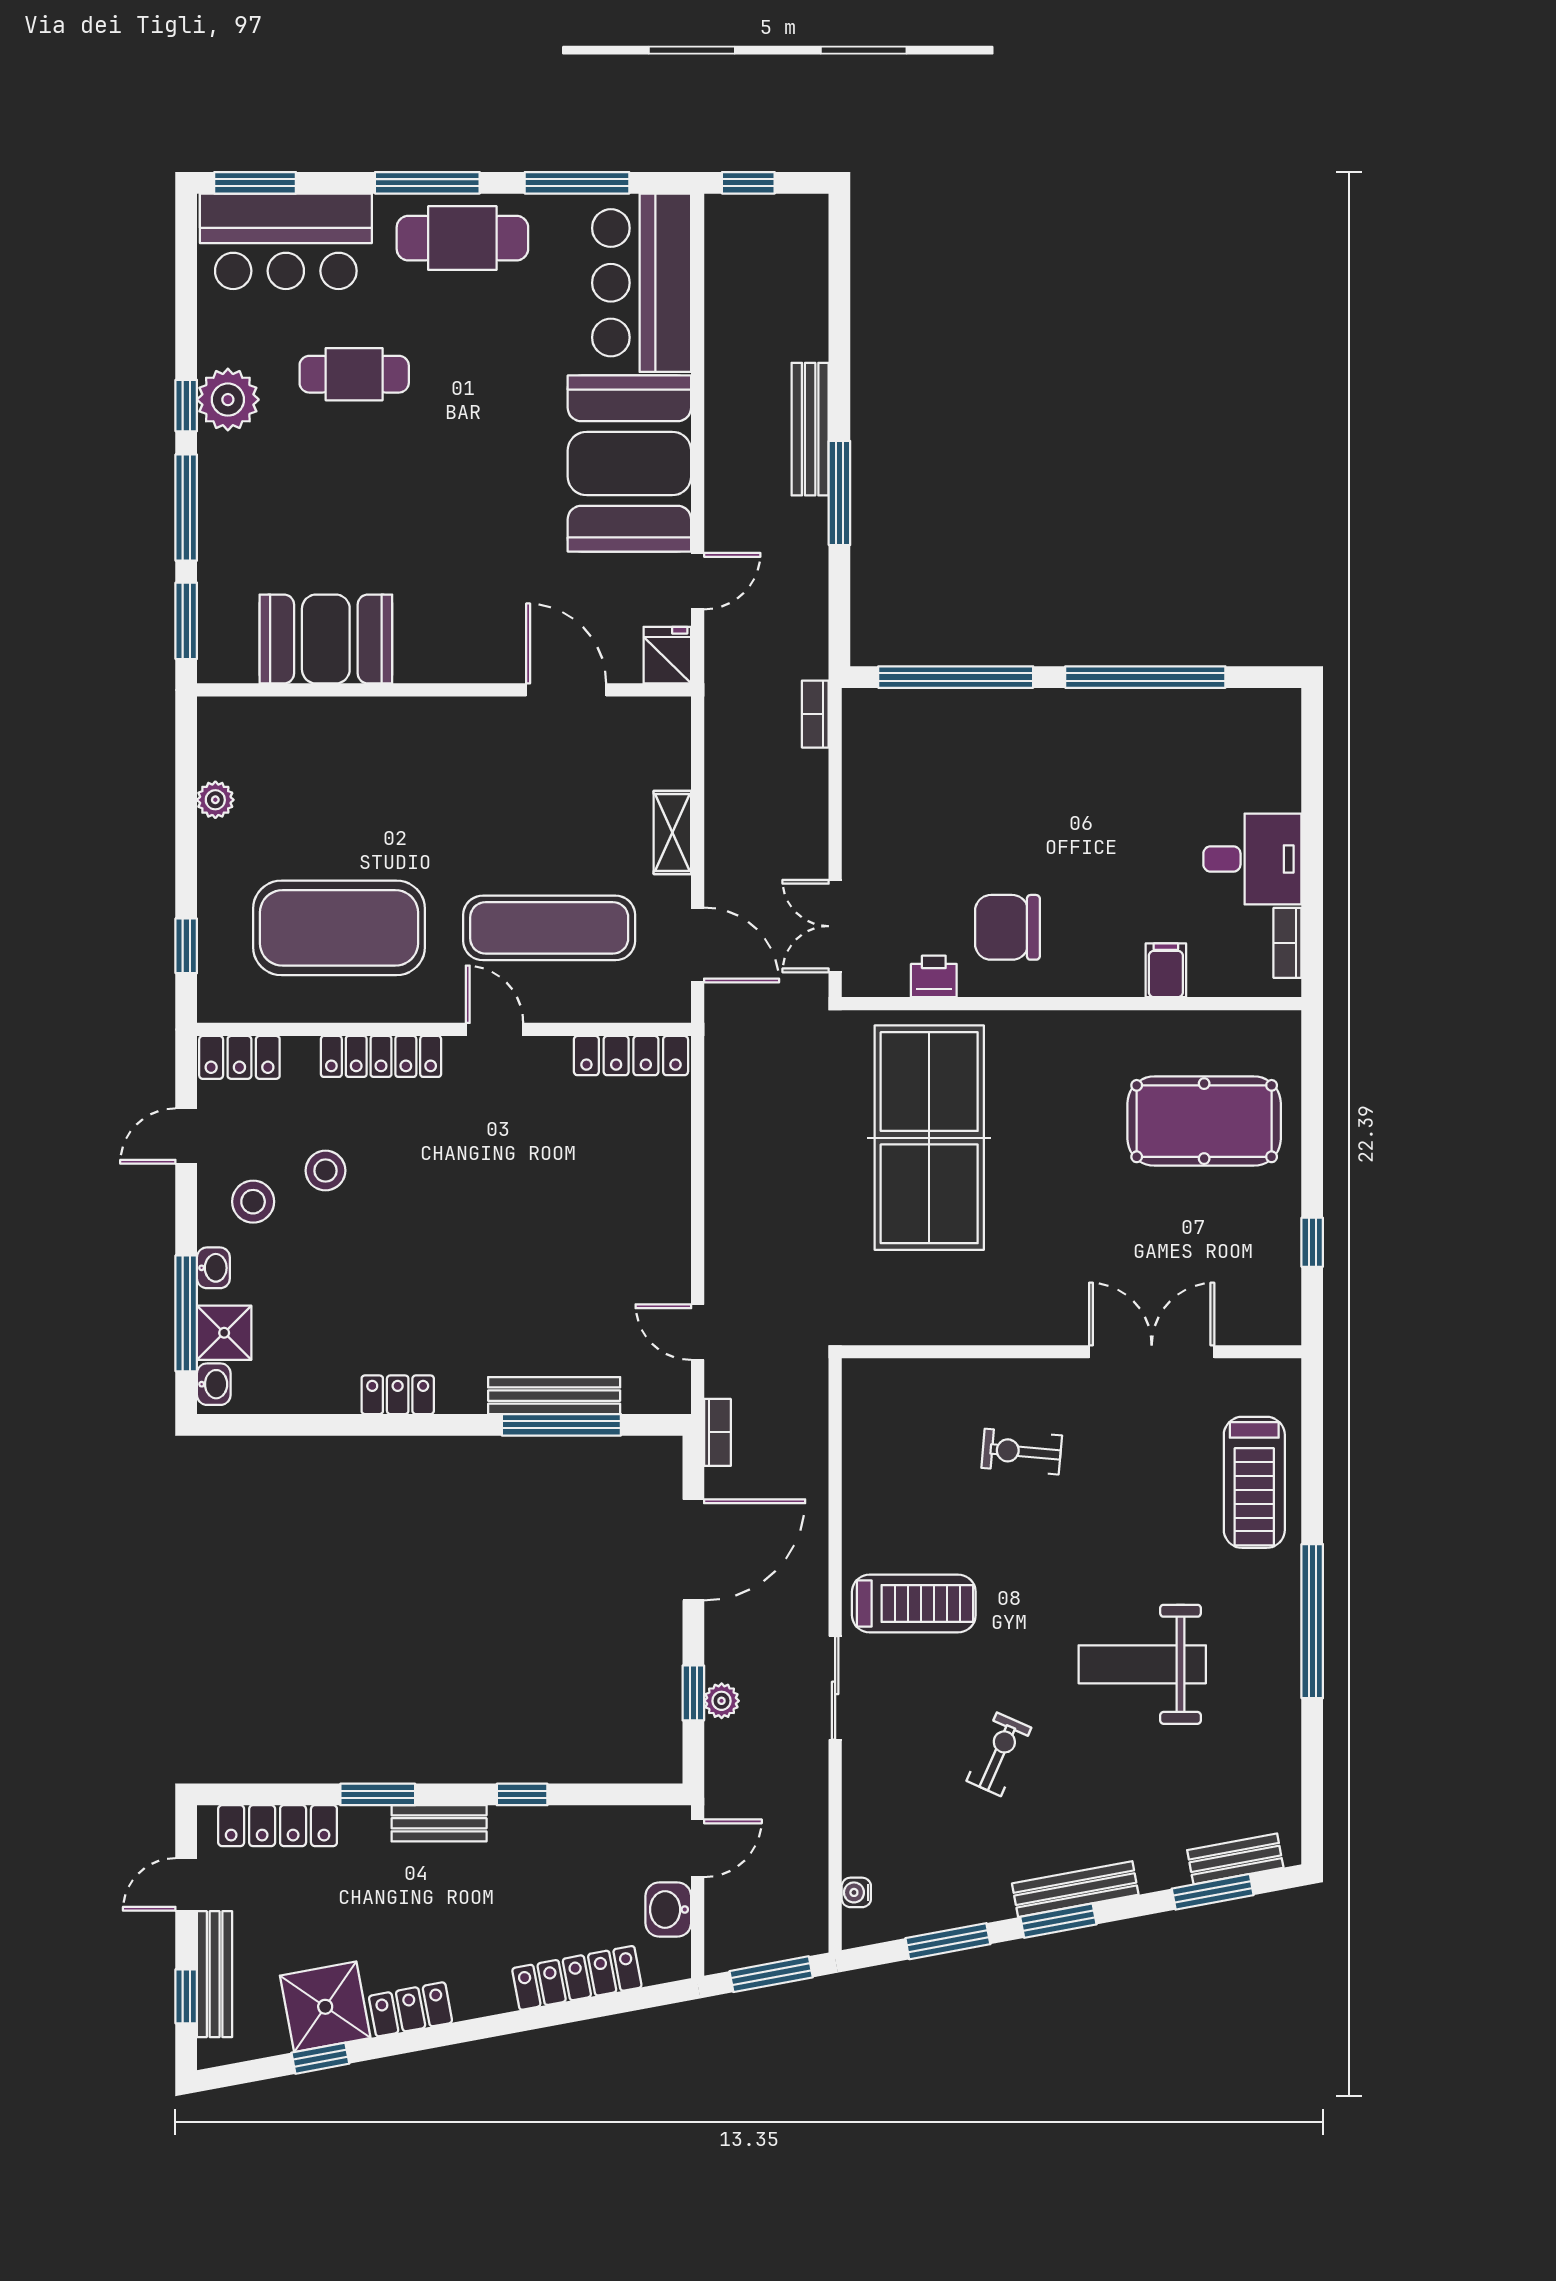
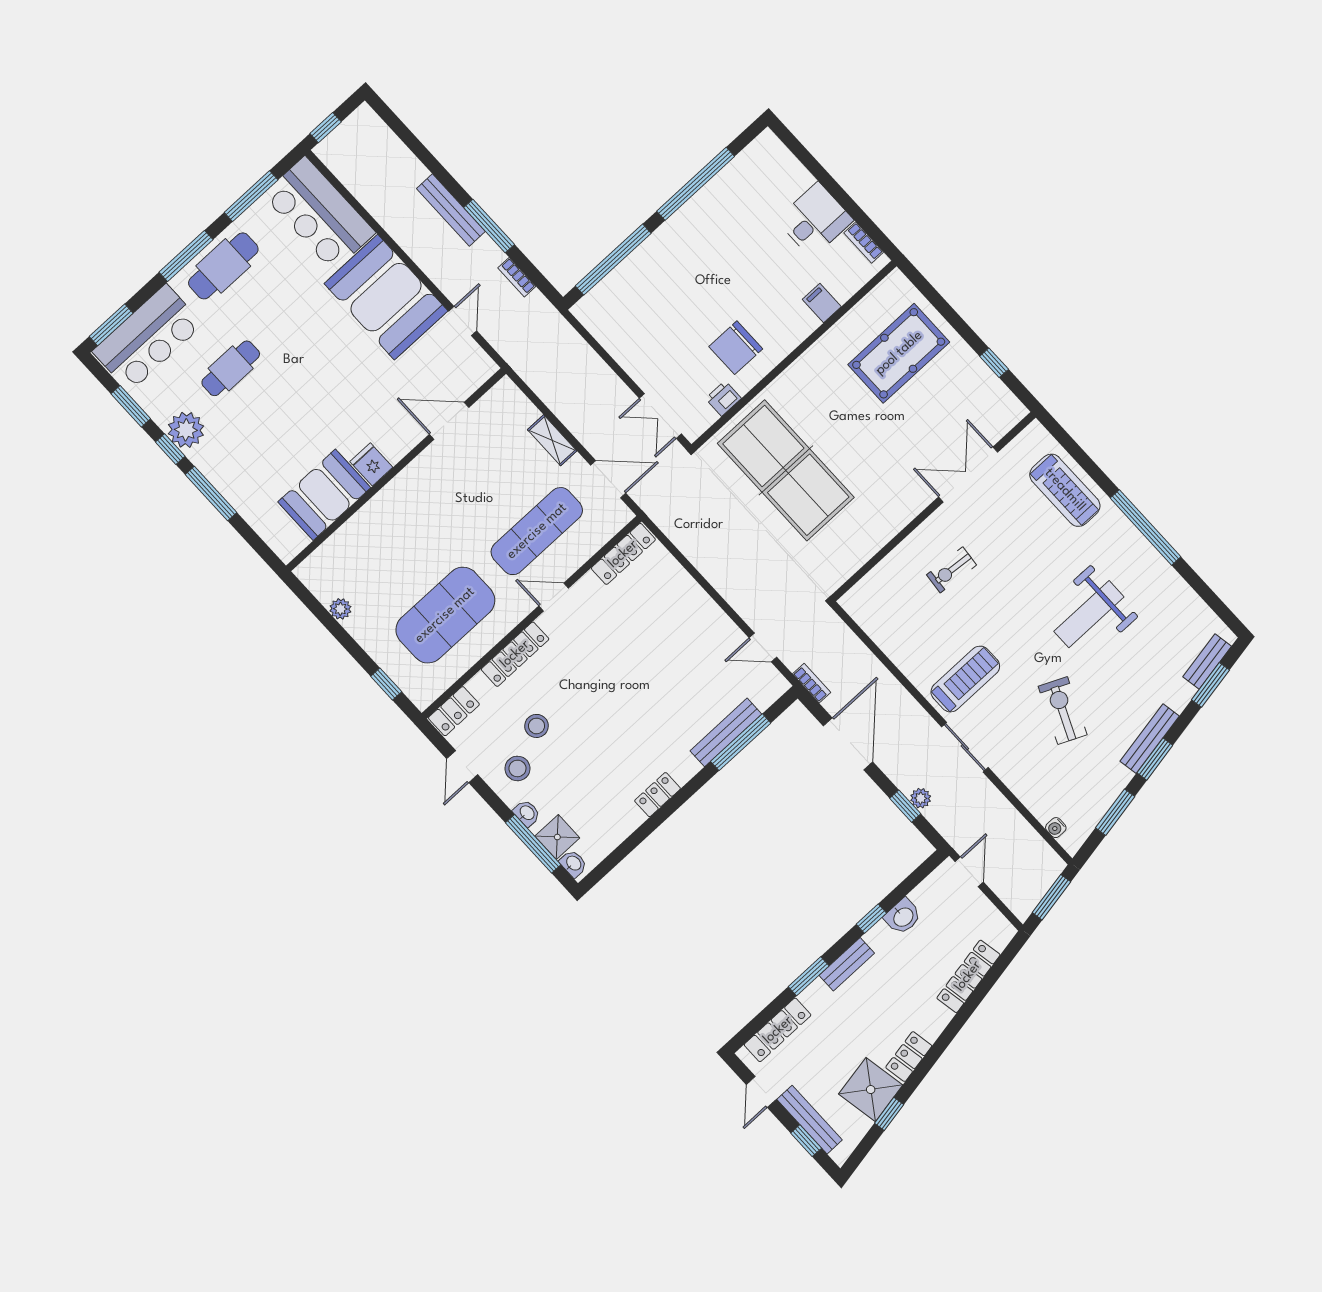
window: (186, 621) -> (131, 406), moved
fridge: (667, 655) -> (371, 464), moved
bookcase: (815, 714) -> (517, 277), moved
exercise bike: (999, 1754) -> (1063, 711), width x1.38, depth x1.39
washbasin: (668, 1910) -> (903, 917), moved, turned -90

